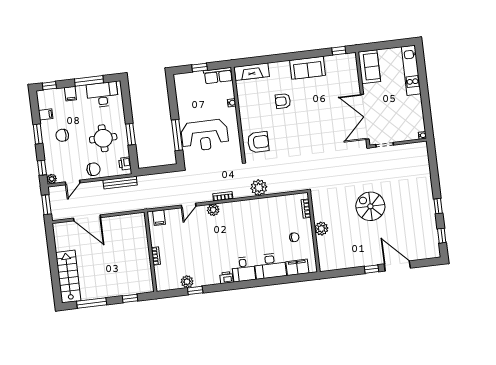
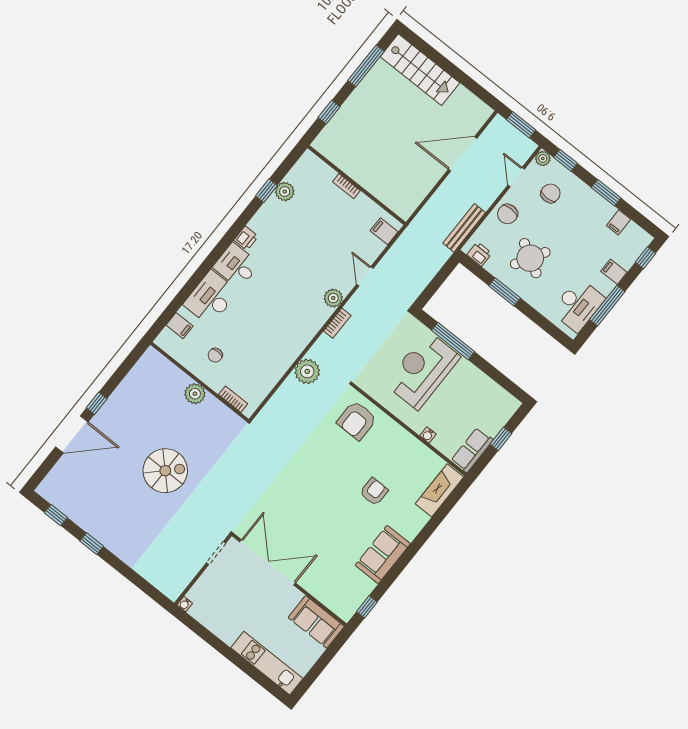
chair: (62, 135) -> (551, 193), moved
round table: (103, 138) -> (530, 258), turned 31
filing cabinet: (297, 267) -> (180, 326), width x0.50

